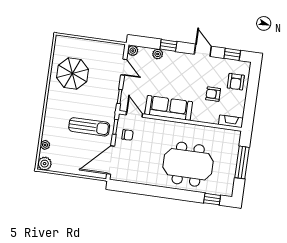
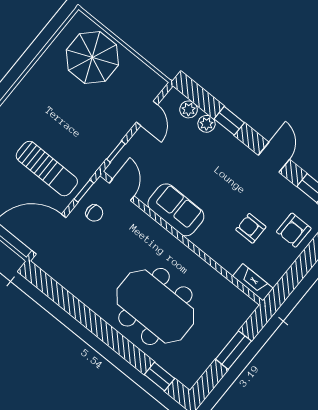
plant: (133, 51) -> (189, 109), moved
parasol: (72, 73) -> (92, 58), moved
sofa: (169, 108) -> (176, 210), width x0.73
window: (242, 162) -> (233, 350), width x0.69

